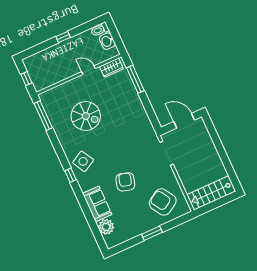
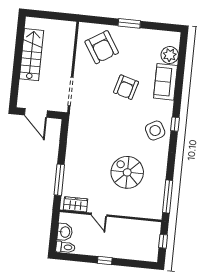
stairs: (211, 193) -> (31, 55), moved, turned -90

